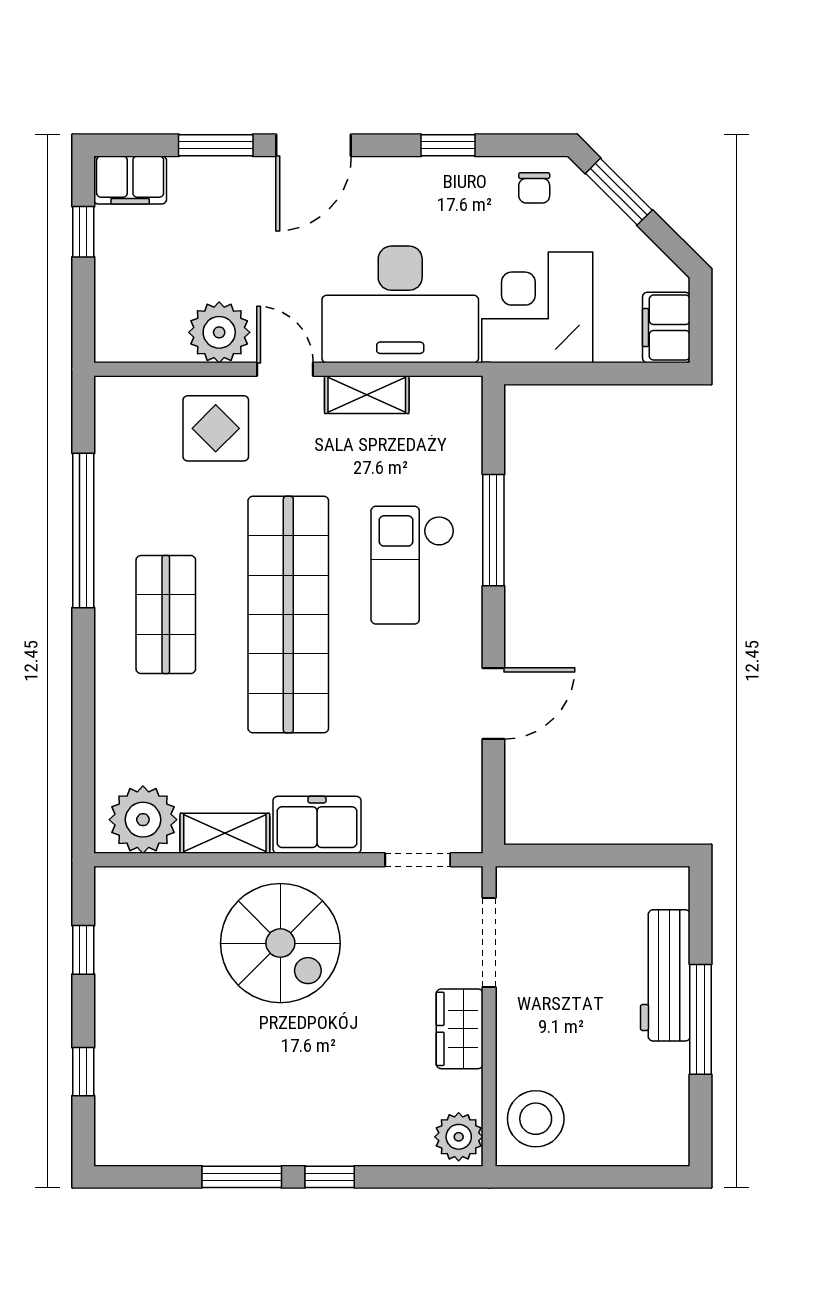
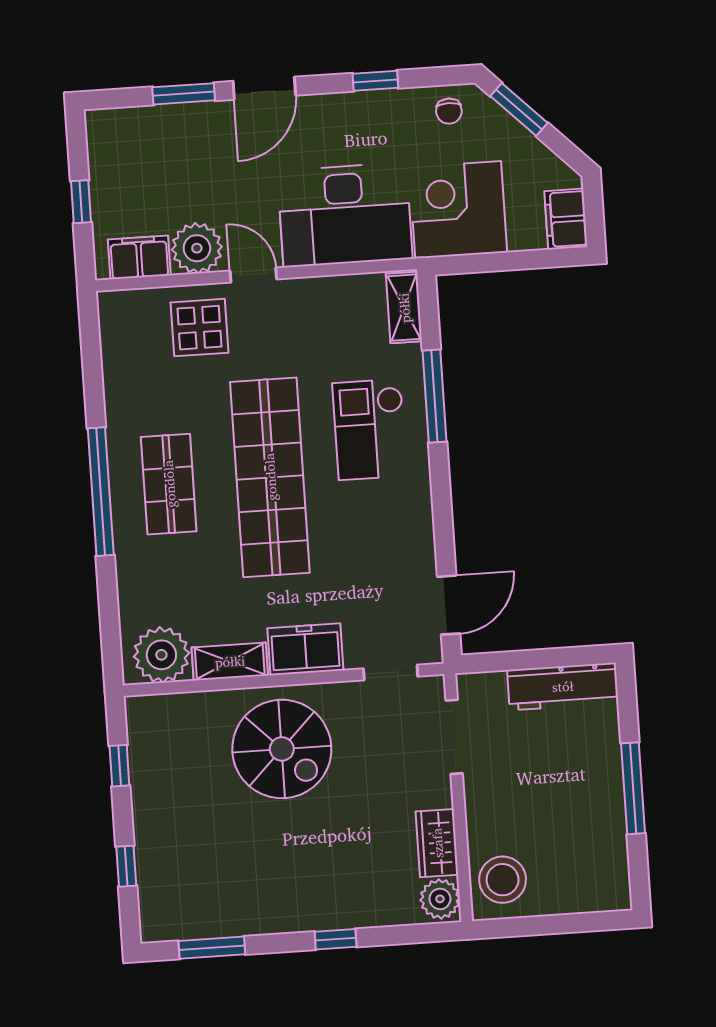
filing cabinet: (130, 180) -> (139, 257), moved, turned 180
window: (83, 232) -> (81, 202), moved
shelving: (367, 395) -> (404, 308), moved, turned 90
window: (83, 531) -> (101, 492), moved
door: (493, 703) -> (449, 605), moved
workbench: (665, 975) -> (563, 686), moved, turned -90
wardrobe: (460, 1029) -> (437, 843), moved
window: (242, 1177) -> (212, 948), moved

